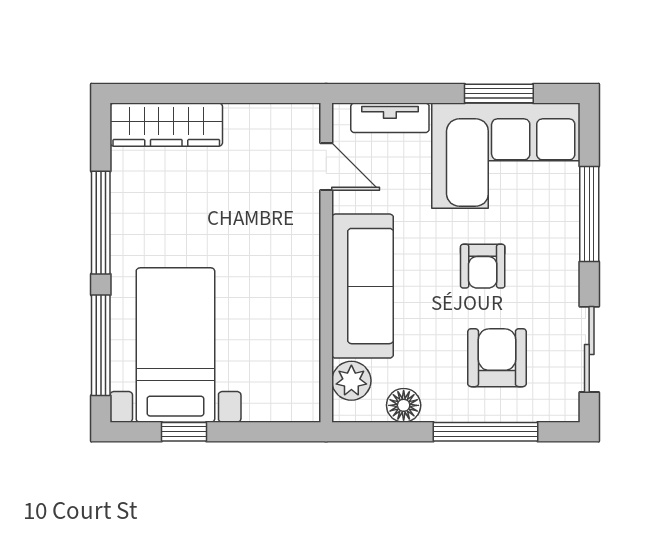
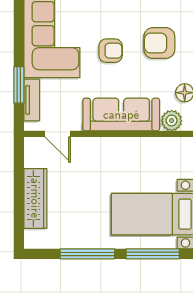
window: (499, 94) -> (19, 85), moved
wardrobe: (166, 125) -> (35, 198), moved
door: (326, 167) -> (58, 134), swing flipped

